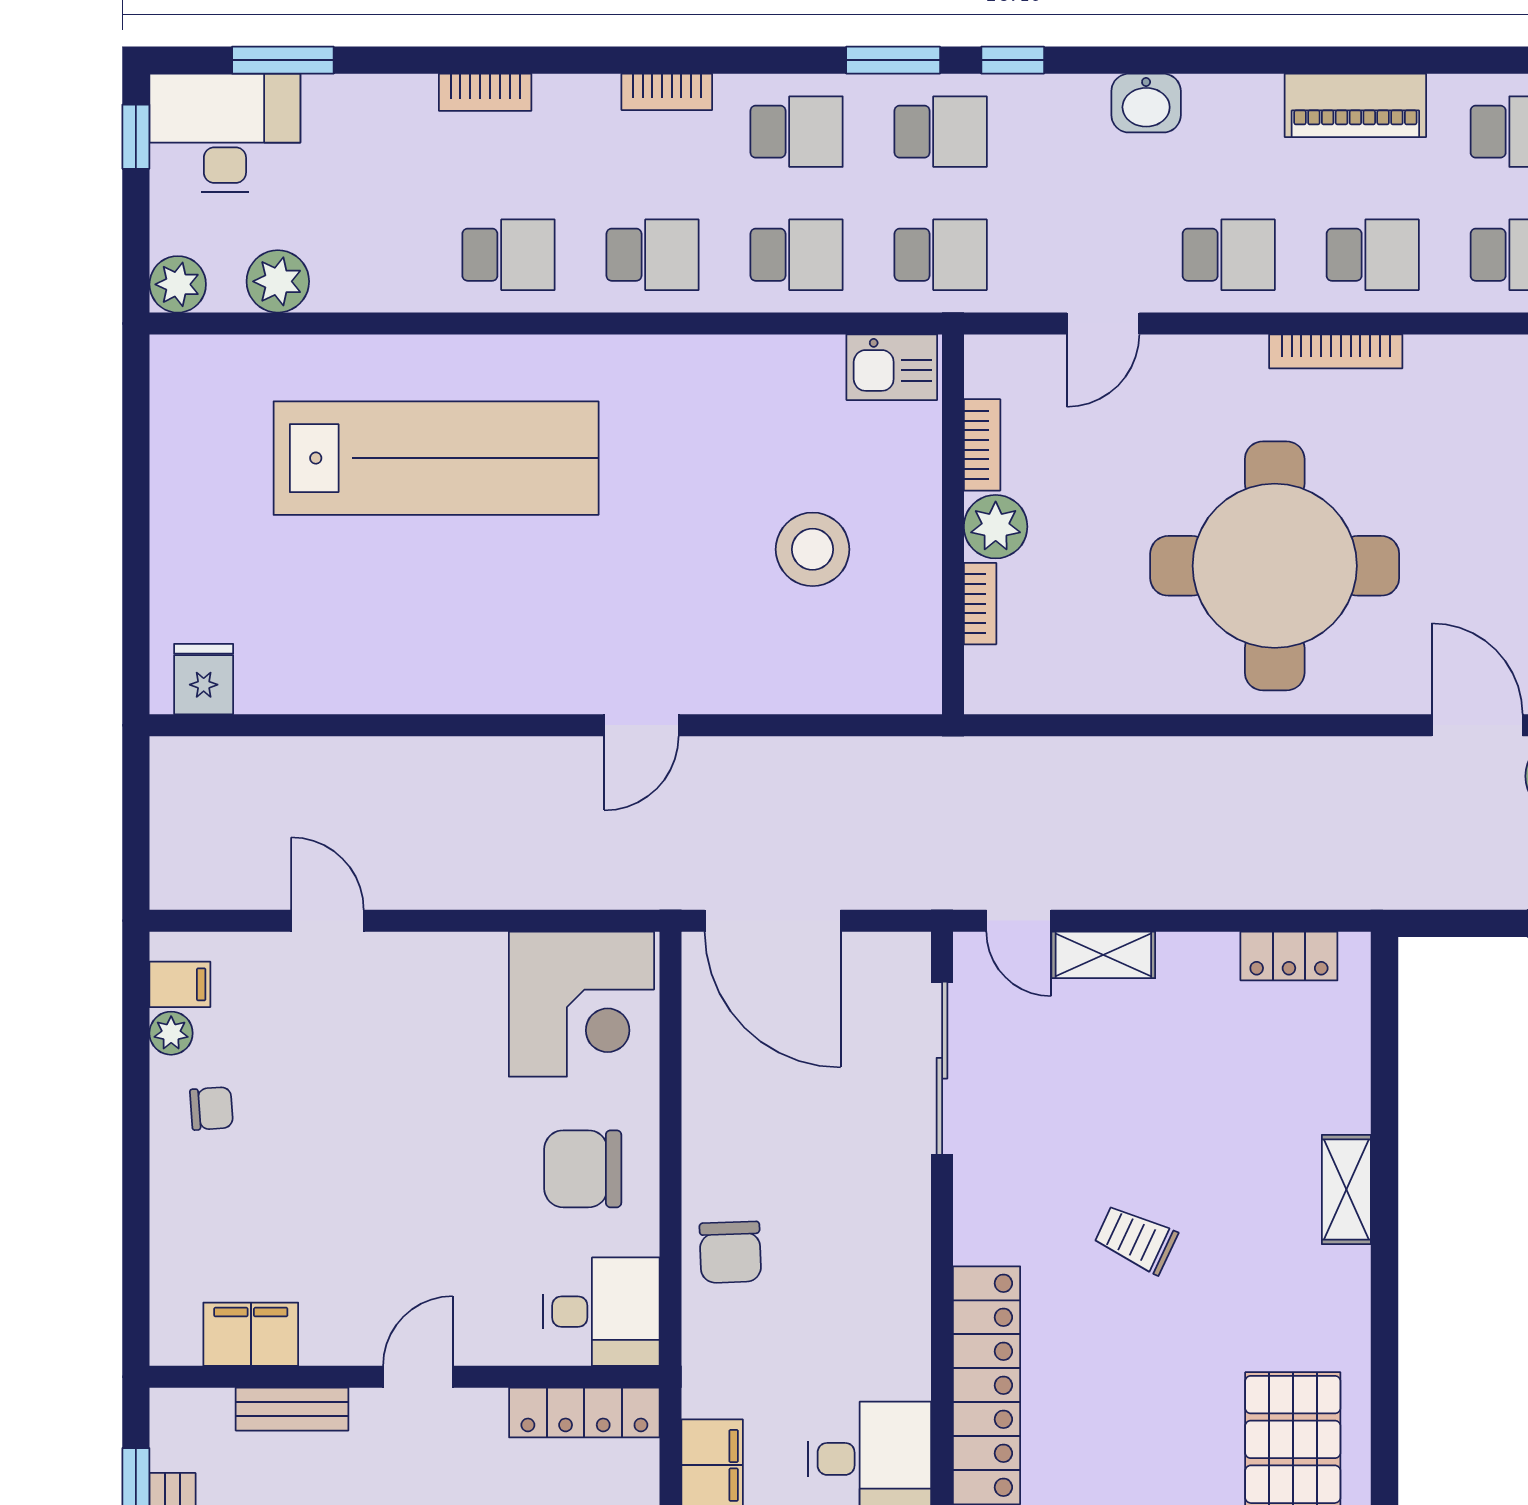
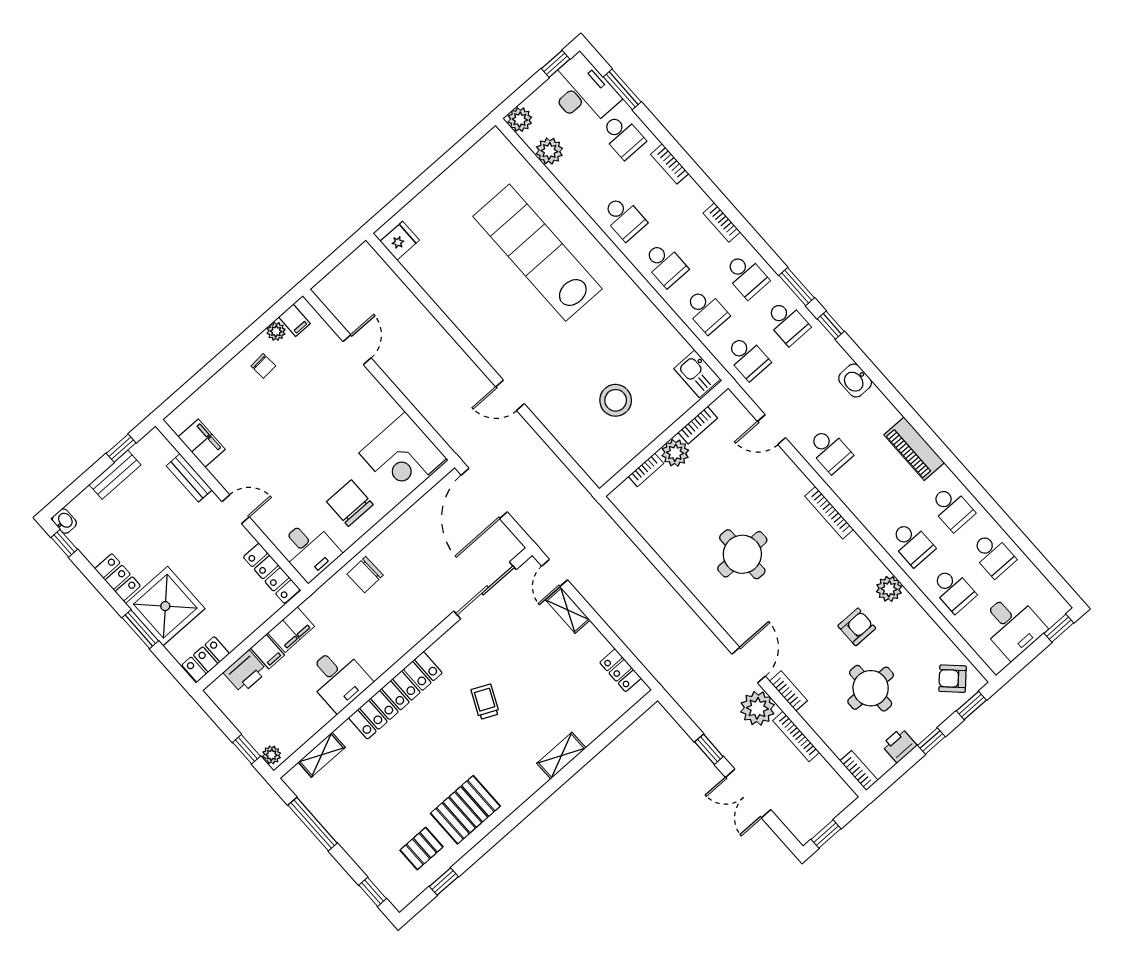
school desk: (1373, 255) -> (623, 136), moved
lab bench: (436, 458) -> (537, 253), turned 180
round table: (1275, 566) -> (742, 554), width x0.54, depth x0.54

